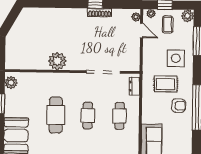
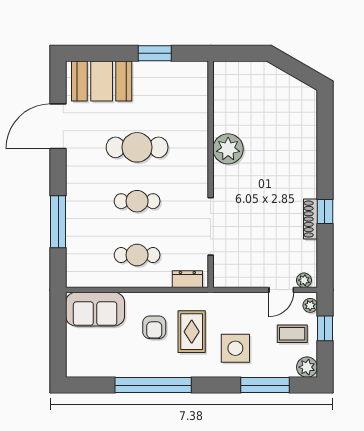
plant: (11, 83) -> (190, 71), removed
armchair: (179, 106) -> (154, 327), moved

